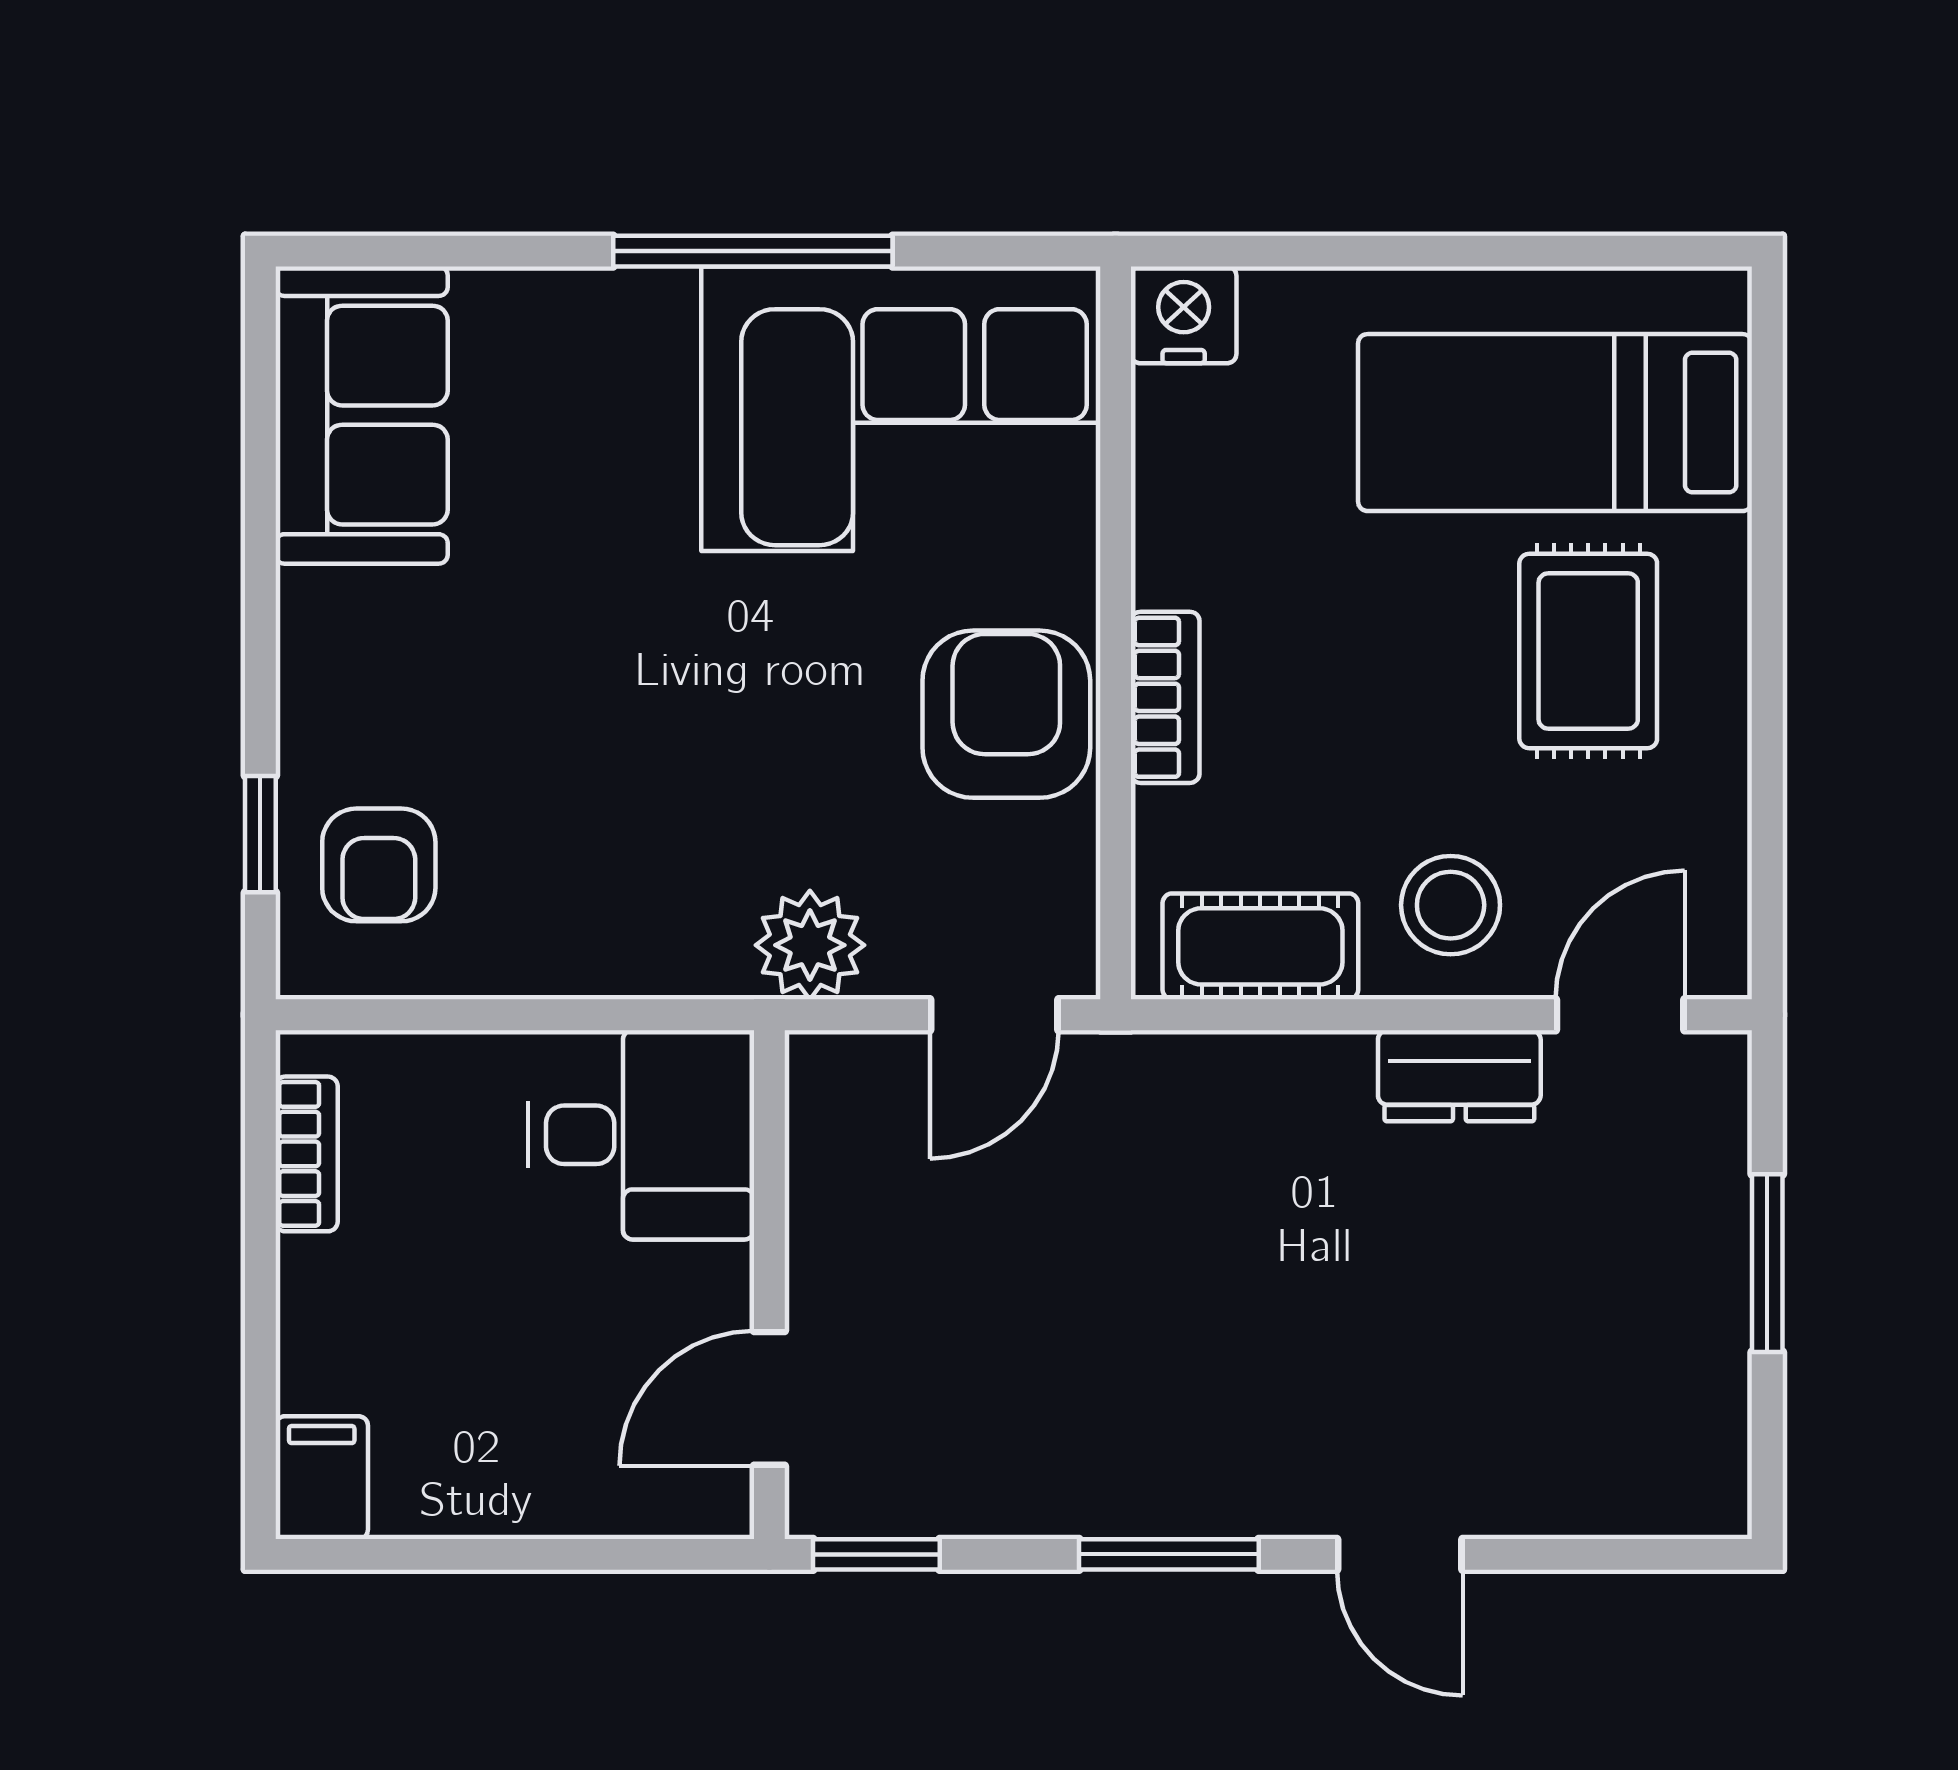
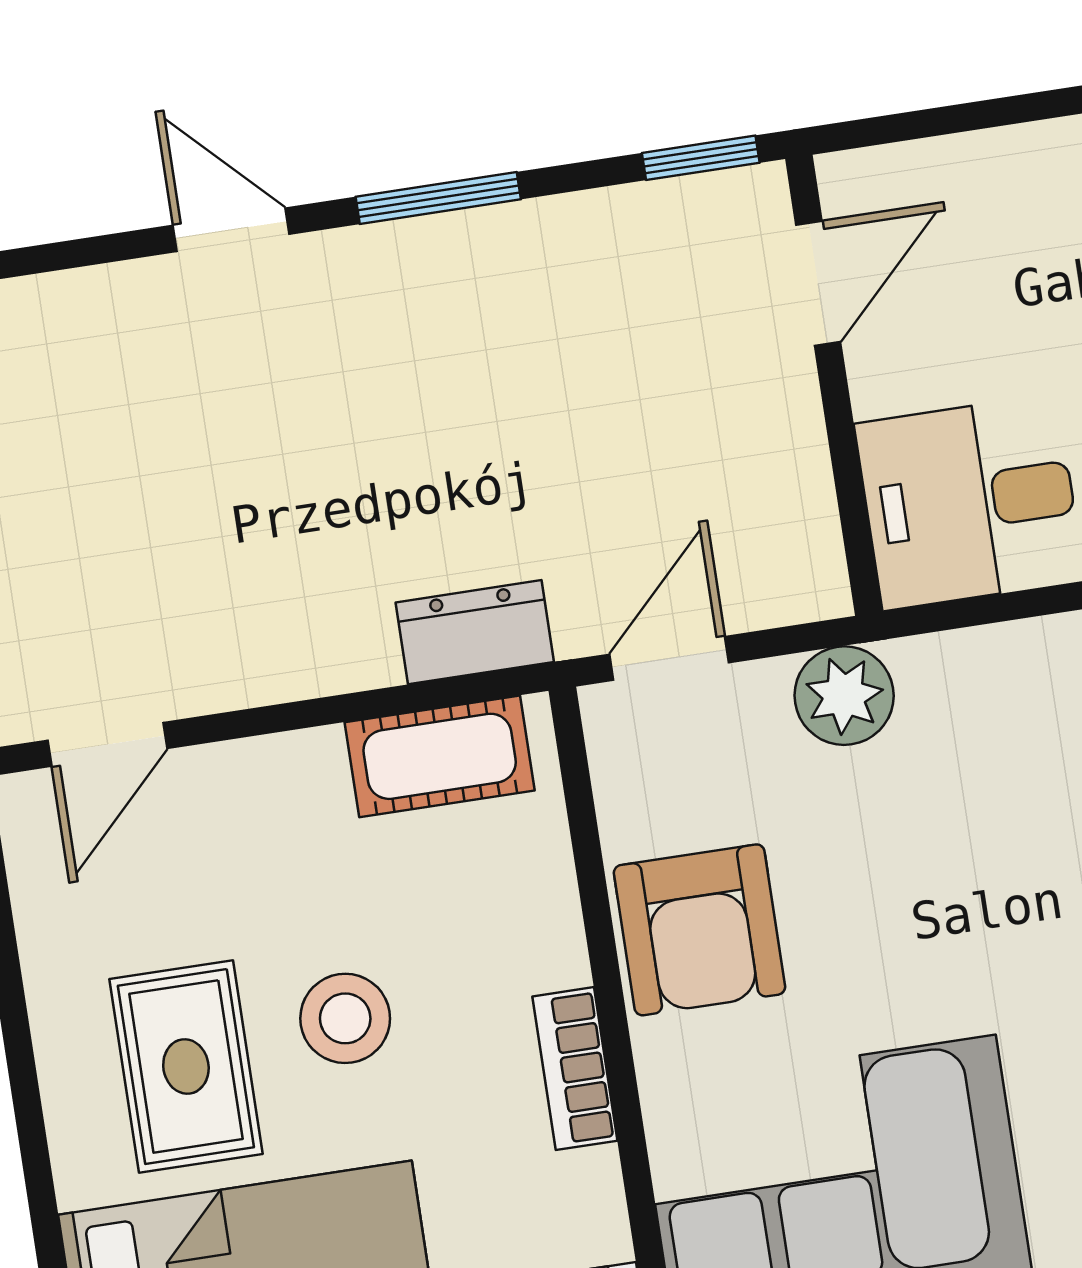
bookcase: (1165, 697) -> (575, 1069), moved
stool: (1451, 905) -> (345, 1018), moved
dresser: (1459, 1076) -> (475, 632), moved

